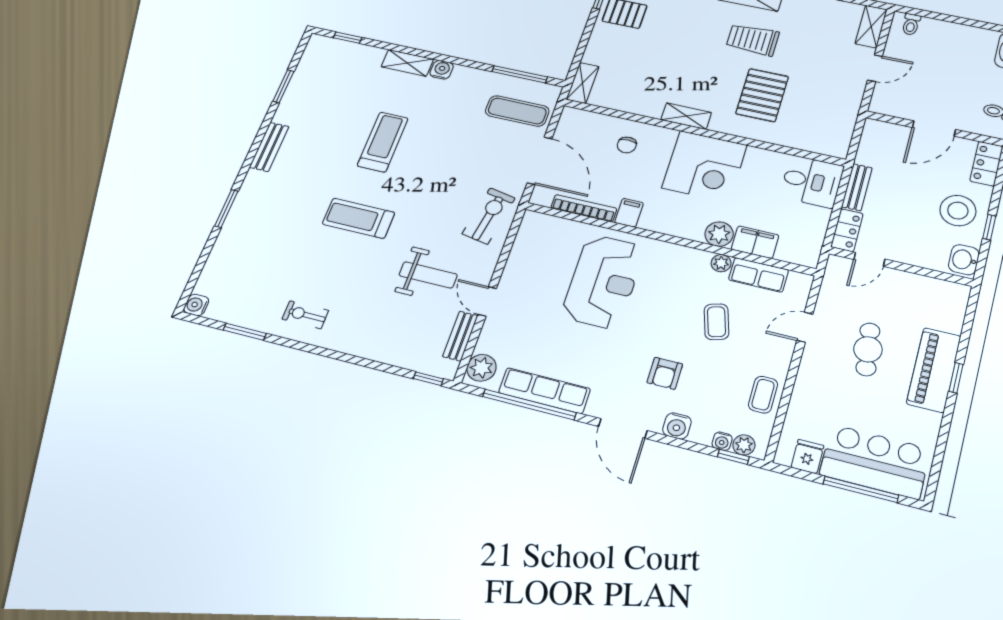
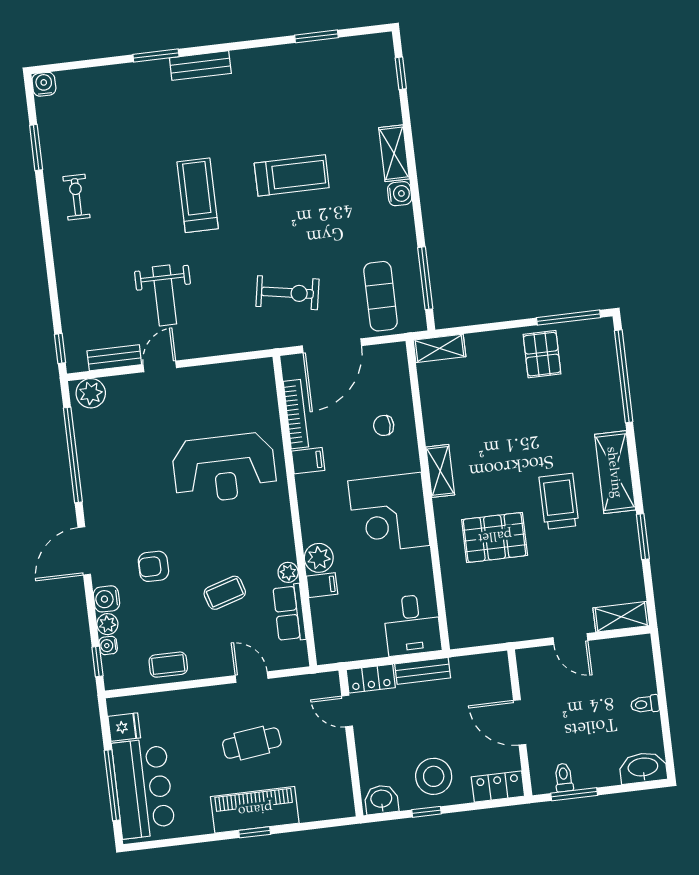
toilet: (911, 24) -> (645, 704), moved
bench: (269, 147) -> (200, 66), moved
exercise bike: (489, 216) -> (287, 293), moved
filing cabinet: (755, 242) -> (322, 585), width x0.50
row of seats: (544, 391) -> (92, 463), removed
plant: (744, 445) -> (107, 624), moved

